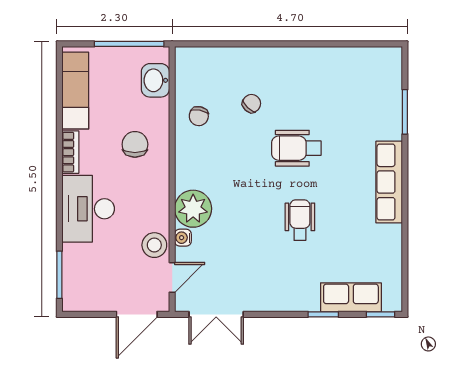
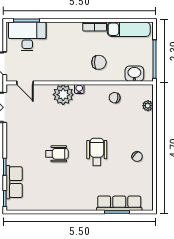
plant: (213, 56) -> (148, 106), added
chair: (252, 104) -> (137, 157), moved
row of seats: (389, 182) -> (119, 203), moved
desk: (88, 209) -> (27, 36), moved
water cooler: (183, 238) -> (79, 89), moved
stool: (154, 245) -> (43, 73), removed

